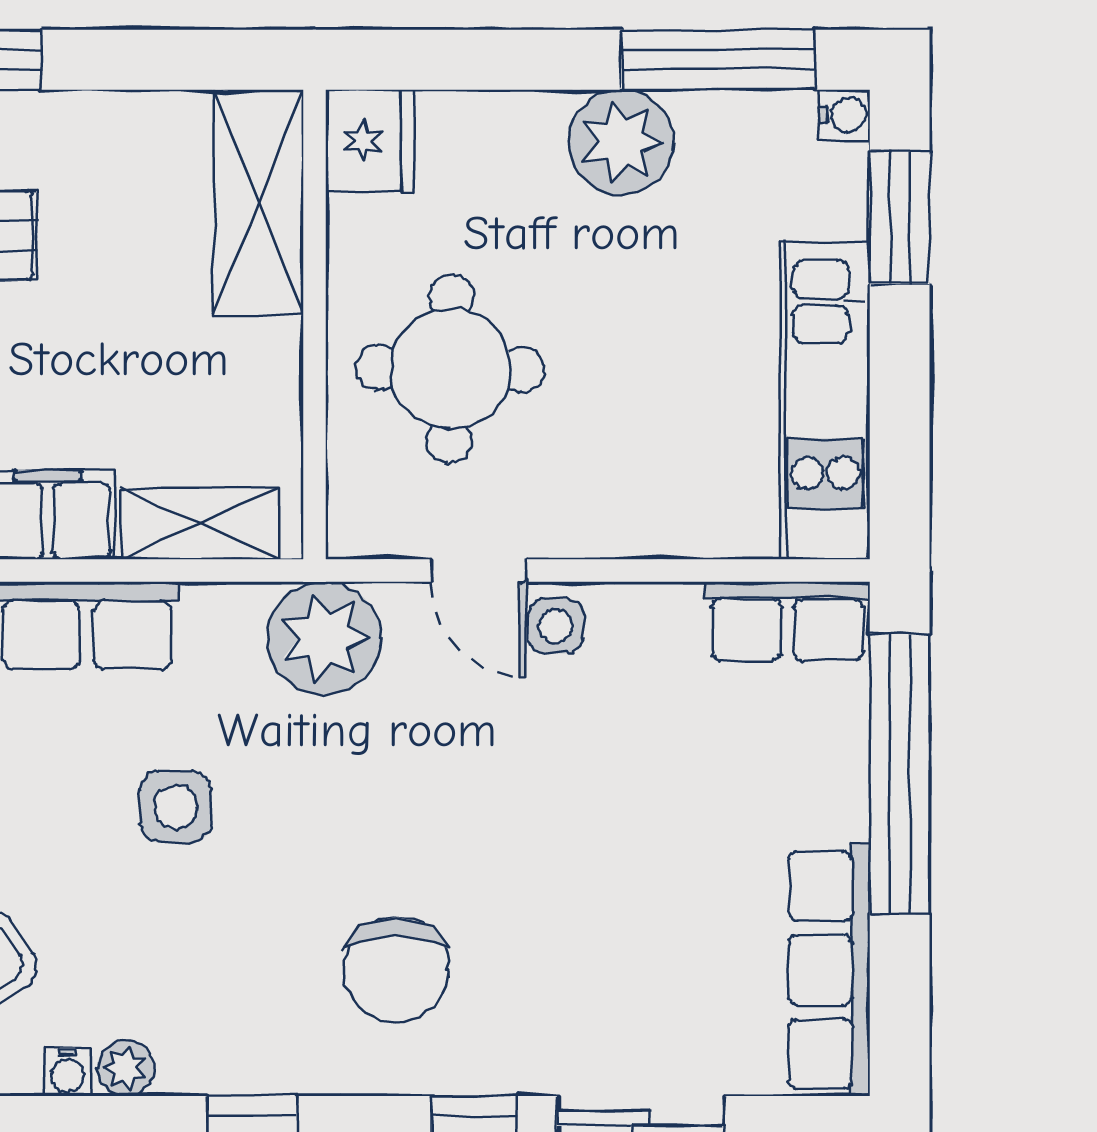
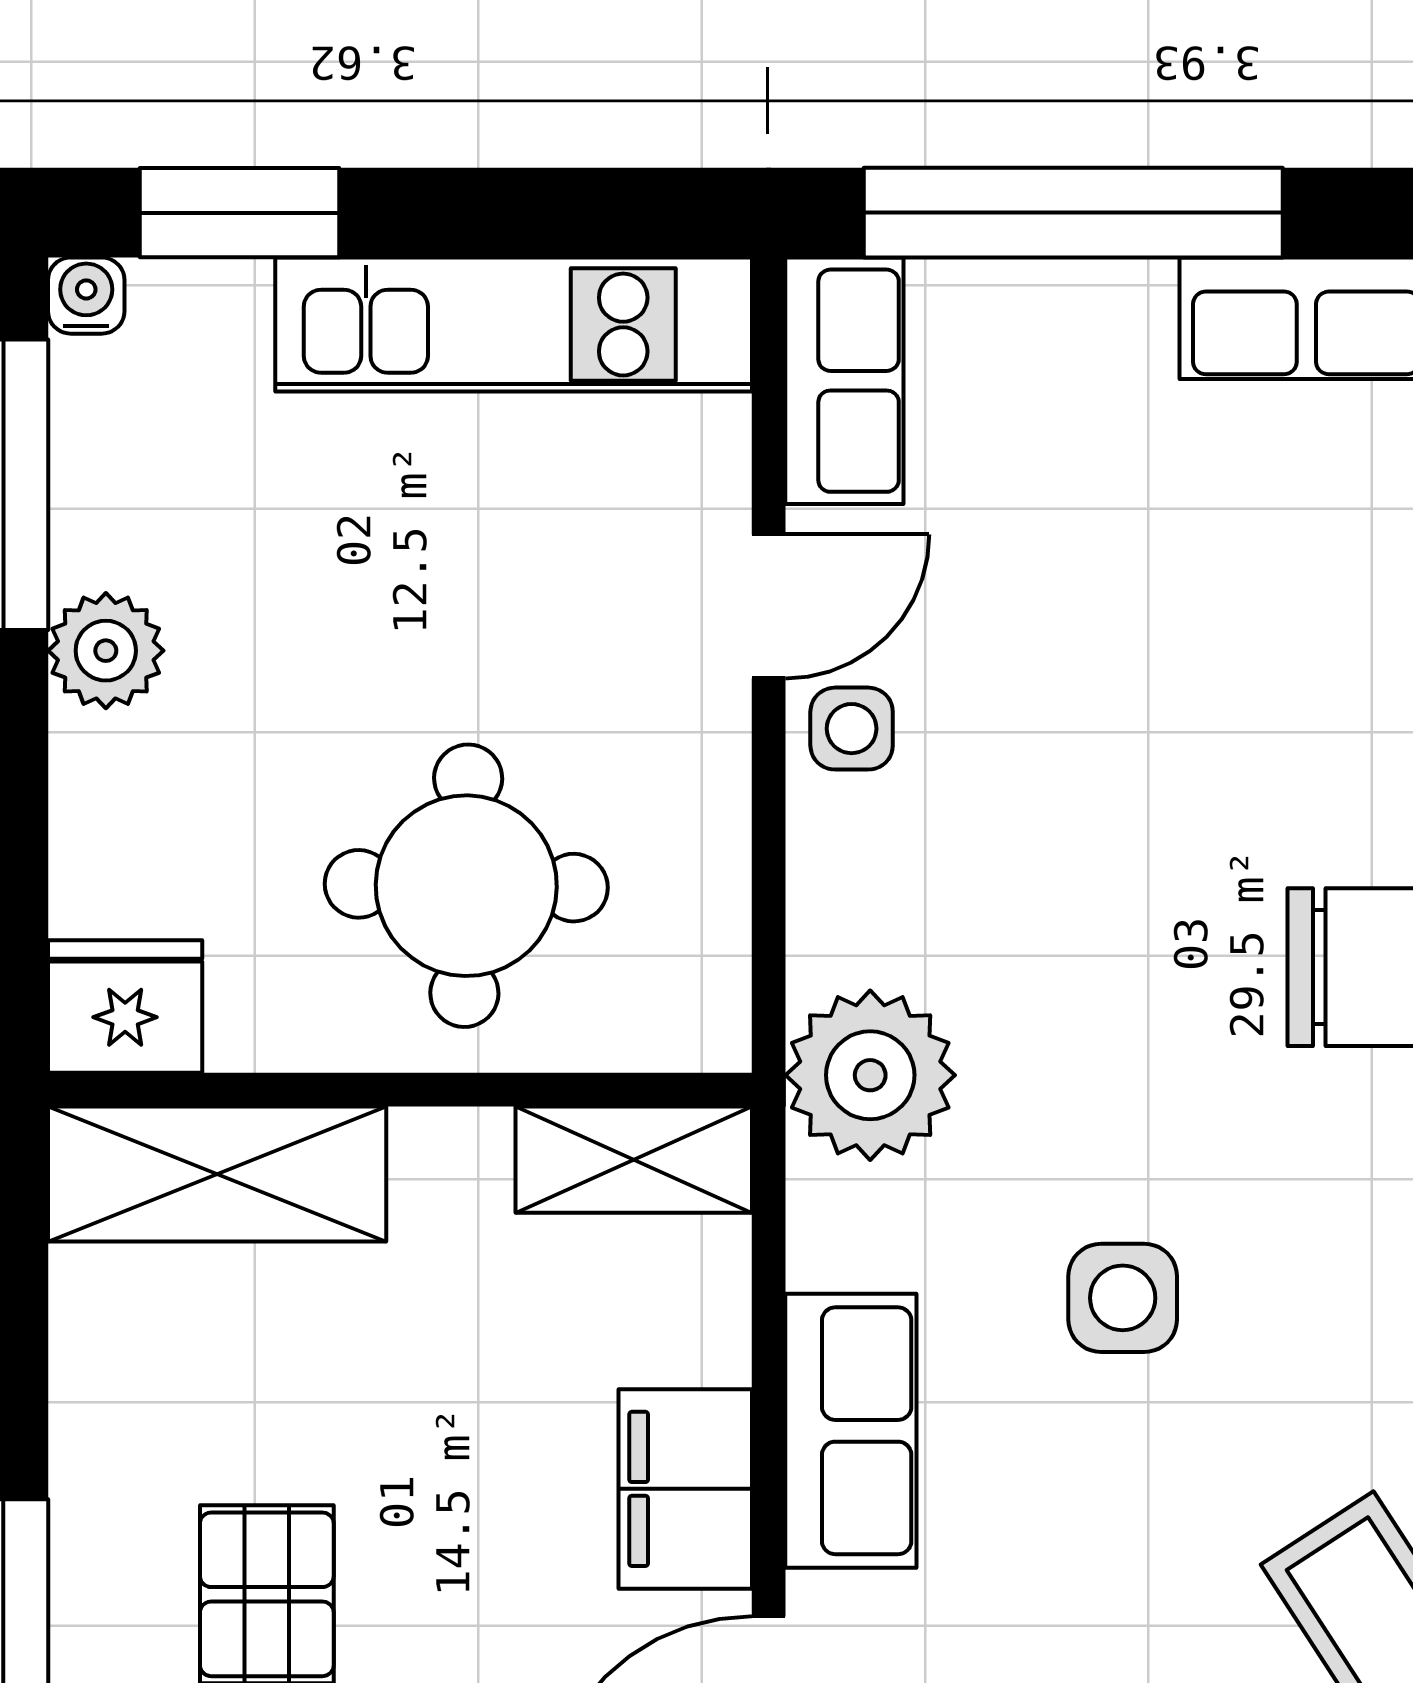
plant: (621, 142) -> (106, 651), width x0.73, depth x0.73
shelving: (200, 524) -> (634, 1160), moved, turned 90
door: (479, 570) -> (769, 606), moved

